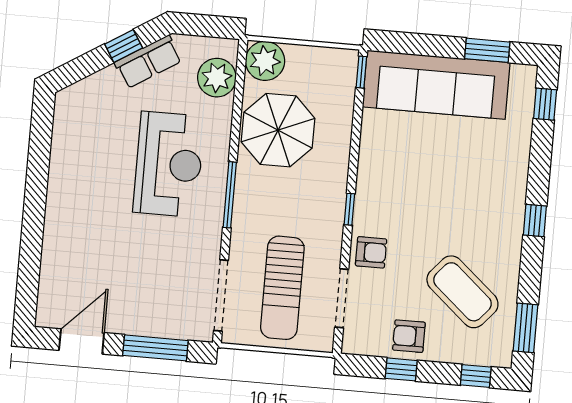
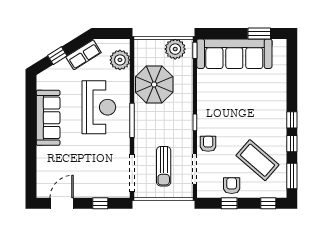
window: (124, 46) -> (57, 56), moved
plant: (265, 61) -> (175, 49), moved
window: (545, 104) -> (292, 144), moved
sofa: (70, 176) -> (48, 118), added
armchair: (371, 252) -> (208, 144), turned -90
sun lounger: (282, 288) -> (164, 166), width x0.73, depth x0.75
armchair: (409, 336) -> (232, 186), turned 90
window: (155, 348) -> (100, 203), width x0.46

